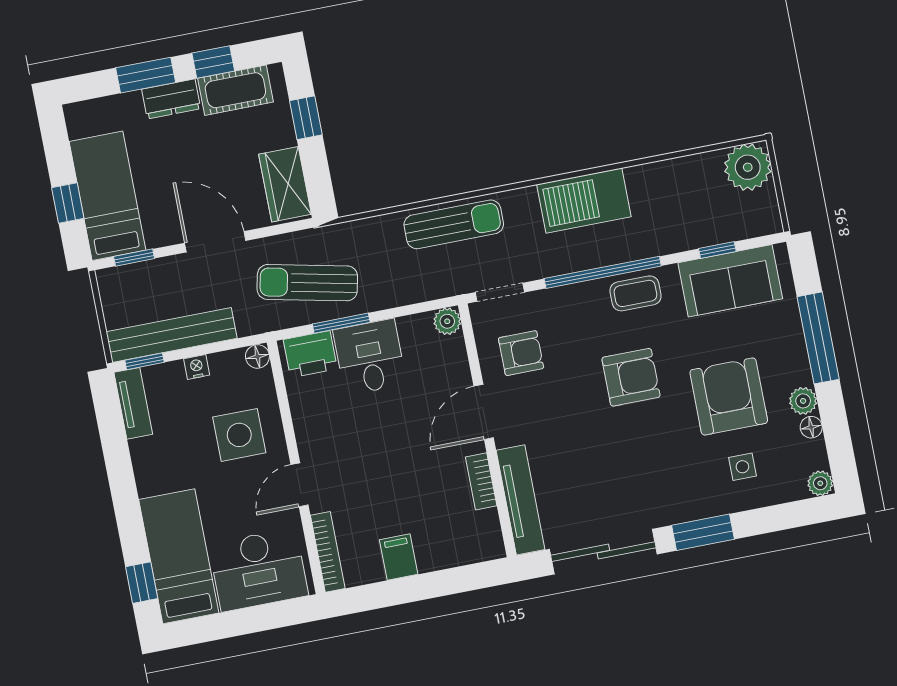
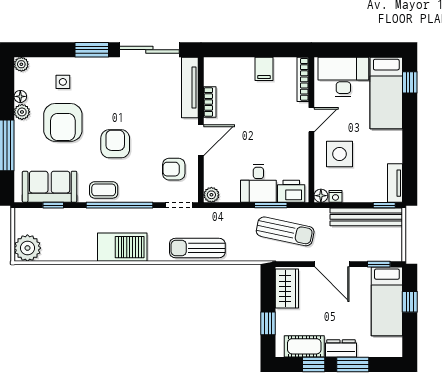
nightstand: (197, 367) -> (335, 196), moved
armchair: (631, 377) -> (115, 144), turned 90

